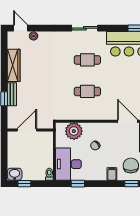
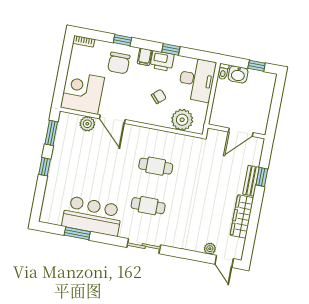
printer: (98, 173) -> (162, 61), added
washbasin: (15, 174) -> (238, 74), moved
window: (78, 184) -> (171, 49), moved

